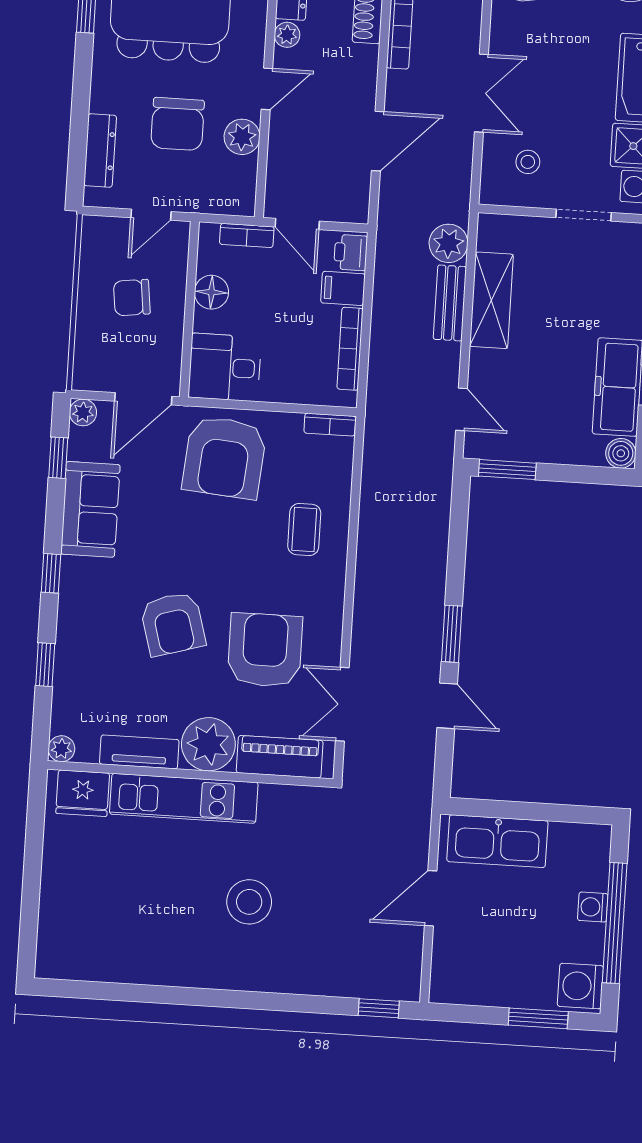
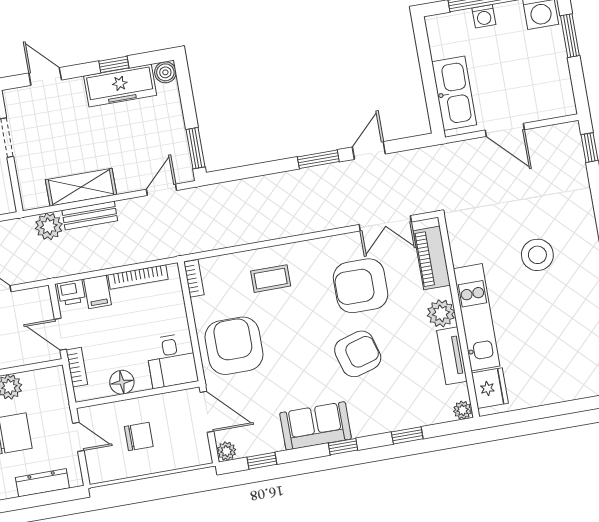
door: (297, 224) -> (60, 334), swing flipped
chair: (132, 298) -> (139, 436), turned -83
armchair: (224, 457) -> (234, 346), turned -95
sofa: (90, 509) -> (316, 426), moved
plant: (208, 744) -> (441, 313), width x0.73, depth x0.73

